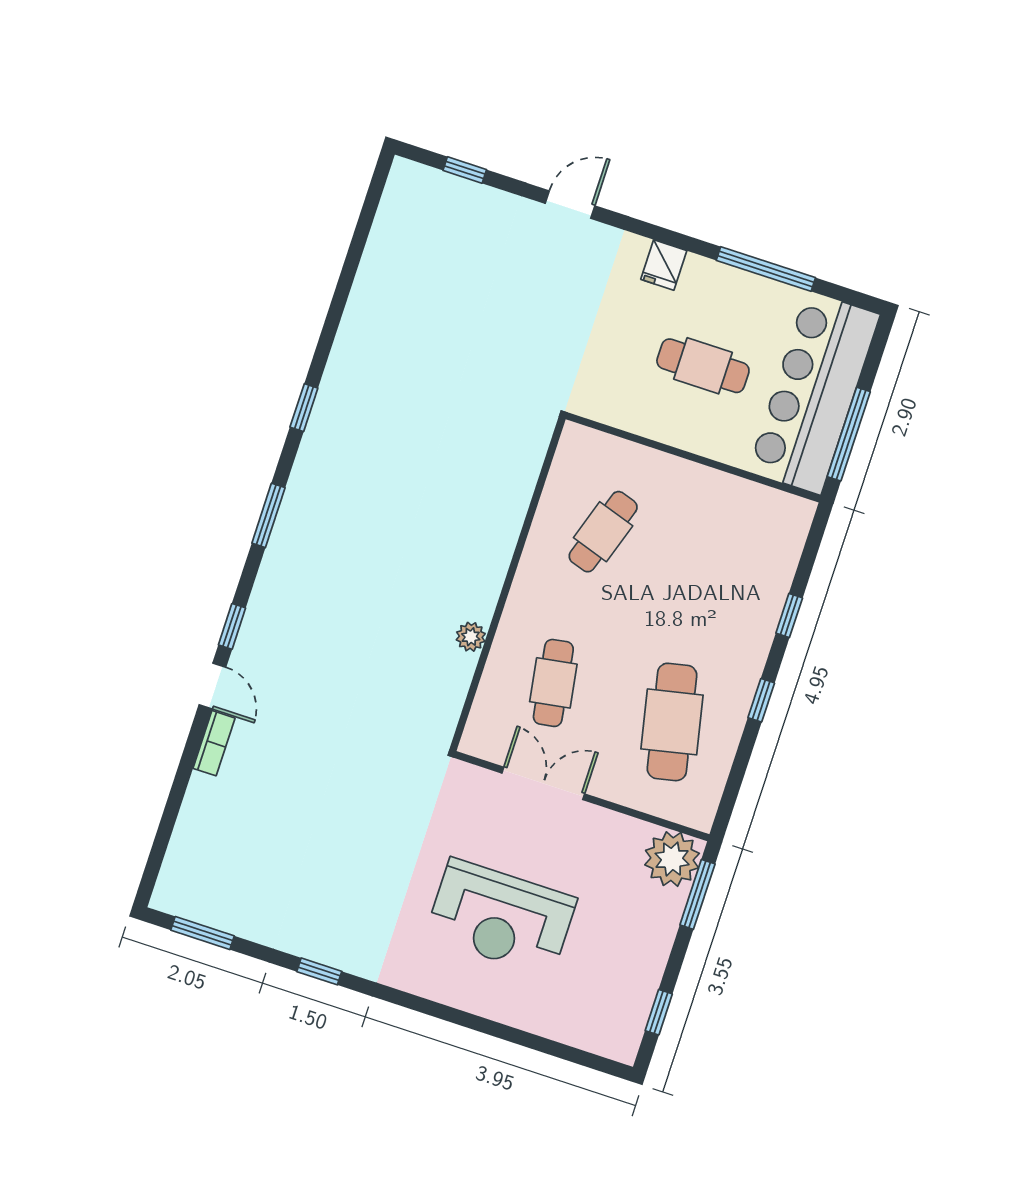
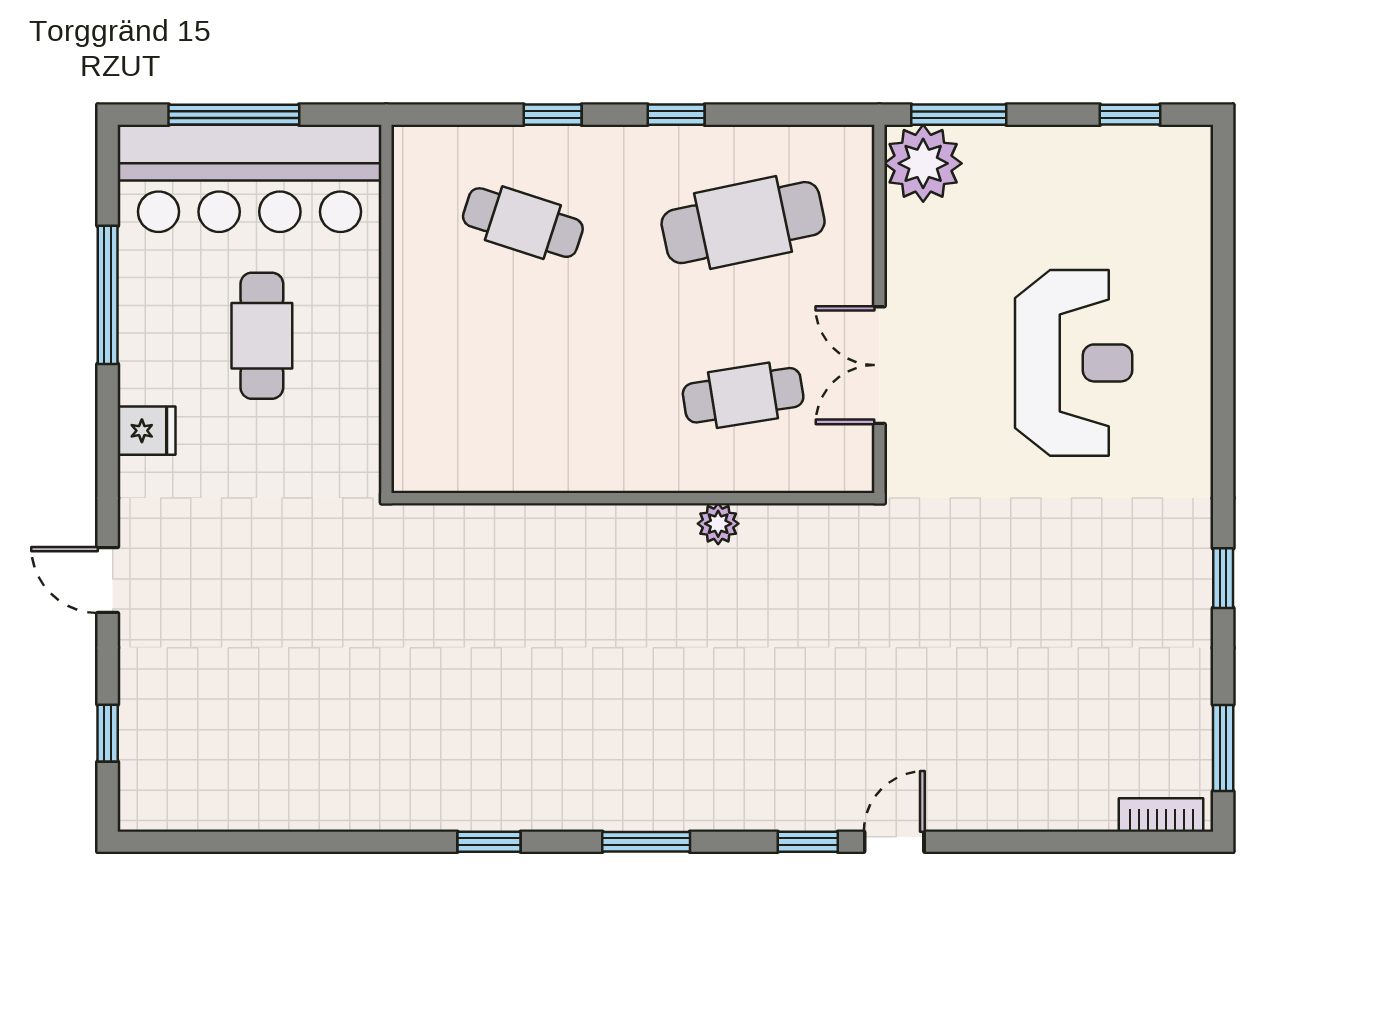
window: (849, 434) -> (234, 115), moved
cafe table: (603, 532) -> (523, 223), moved
bookcase: (214, 743) -> (1161, 815), moved

